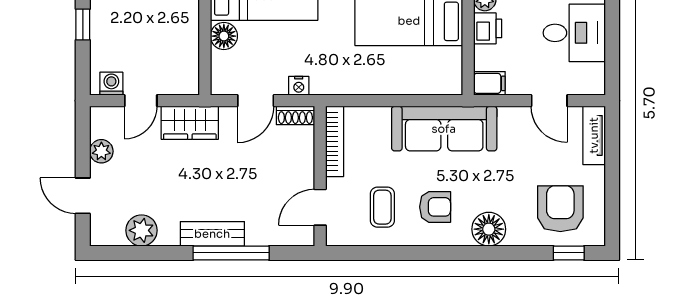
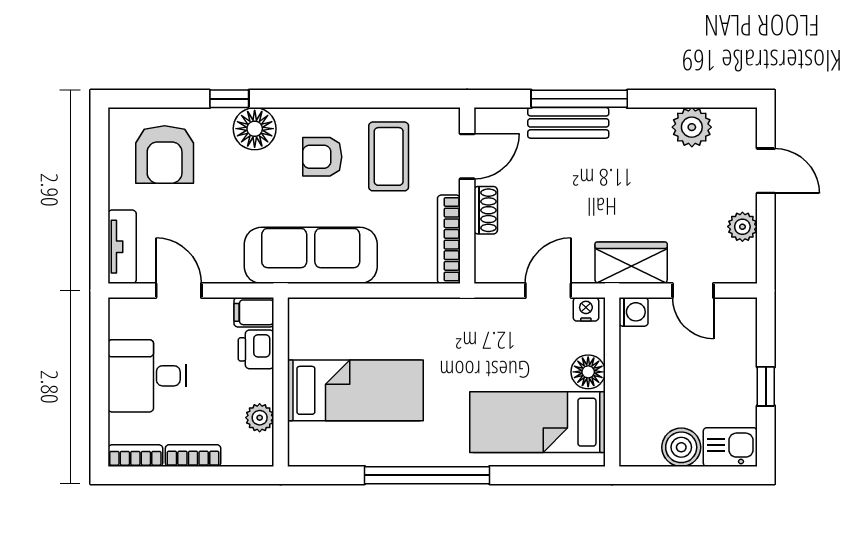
printer: (488, 28) -> (256, 349), moved
washing machine: (111, 84) -> (634, 312), moved, turned -90
nightstand: (299, 86) -> (586, 309), moved
door: (141, 101) -> (693, 290), swing flipped
shoe rack: (295, 115) -> (486, 210), moved, turned 90
coffee table: (382, 207) -> (389, 156), width x1.36, depth x1.30
bench: (212, 234) -> (568, 123), moved
window: (569, 253) -> (229, 99), moved

